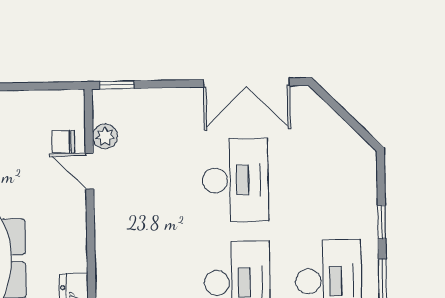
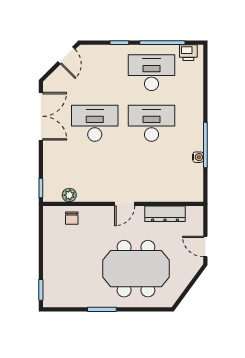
door: (357, 127) -> (66, 55), added
door: (90, 171) -> (125, 204), moved

